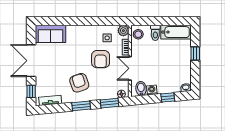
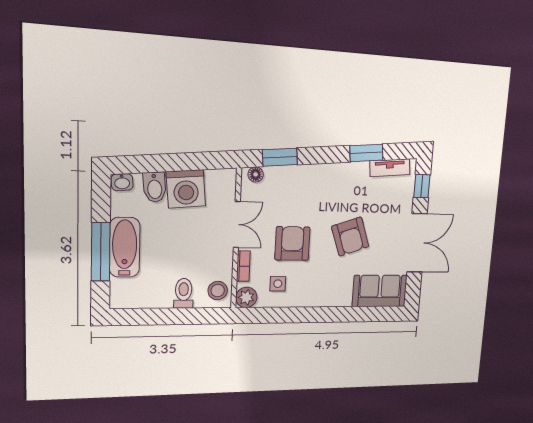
bathtub: (176, 32) -> (125, 247), moved, turned 90
window: (195, 54) -> (101, 252), width x2.17
armchair: (79, 83) -> (350, 237), moved
bidet: (141, 89) -> (155, 187), moved
washing machine: (152, 90) -> (186, 189), width x1.89, depth x1.89
window: (168, 97) -> (161, 163), removed
window: (81, 106) -> (366, 153), moved

